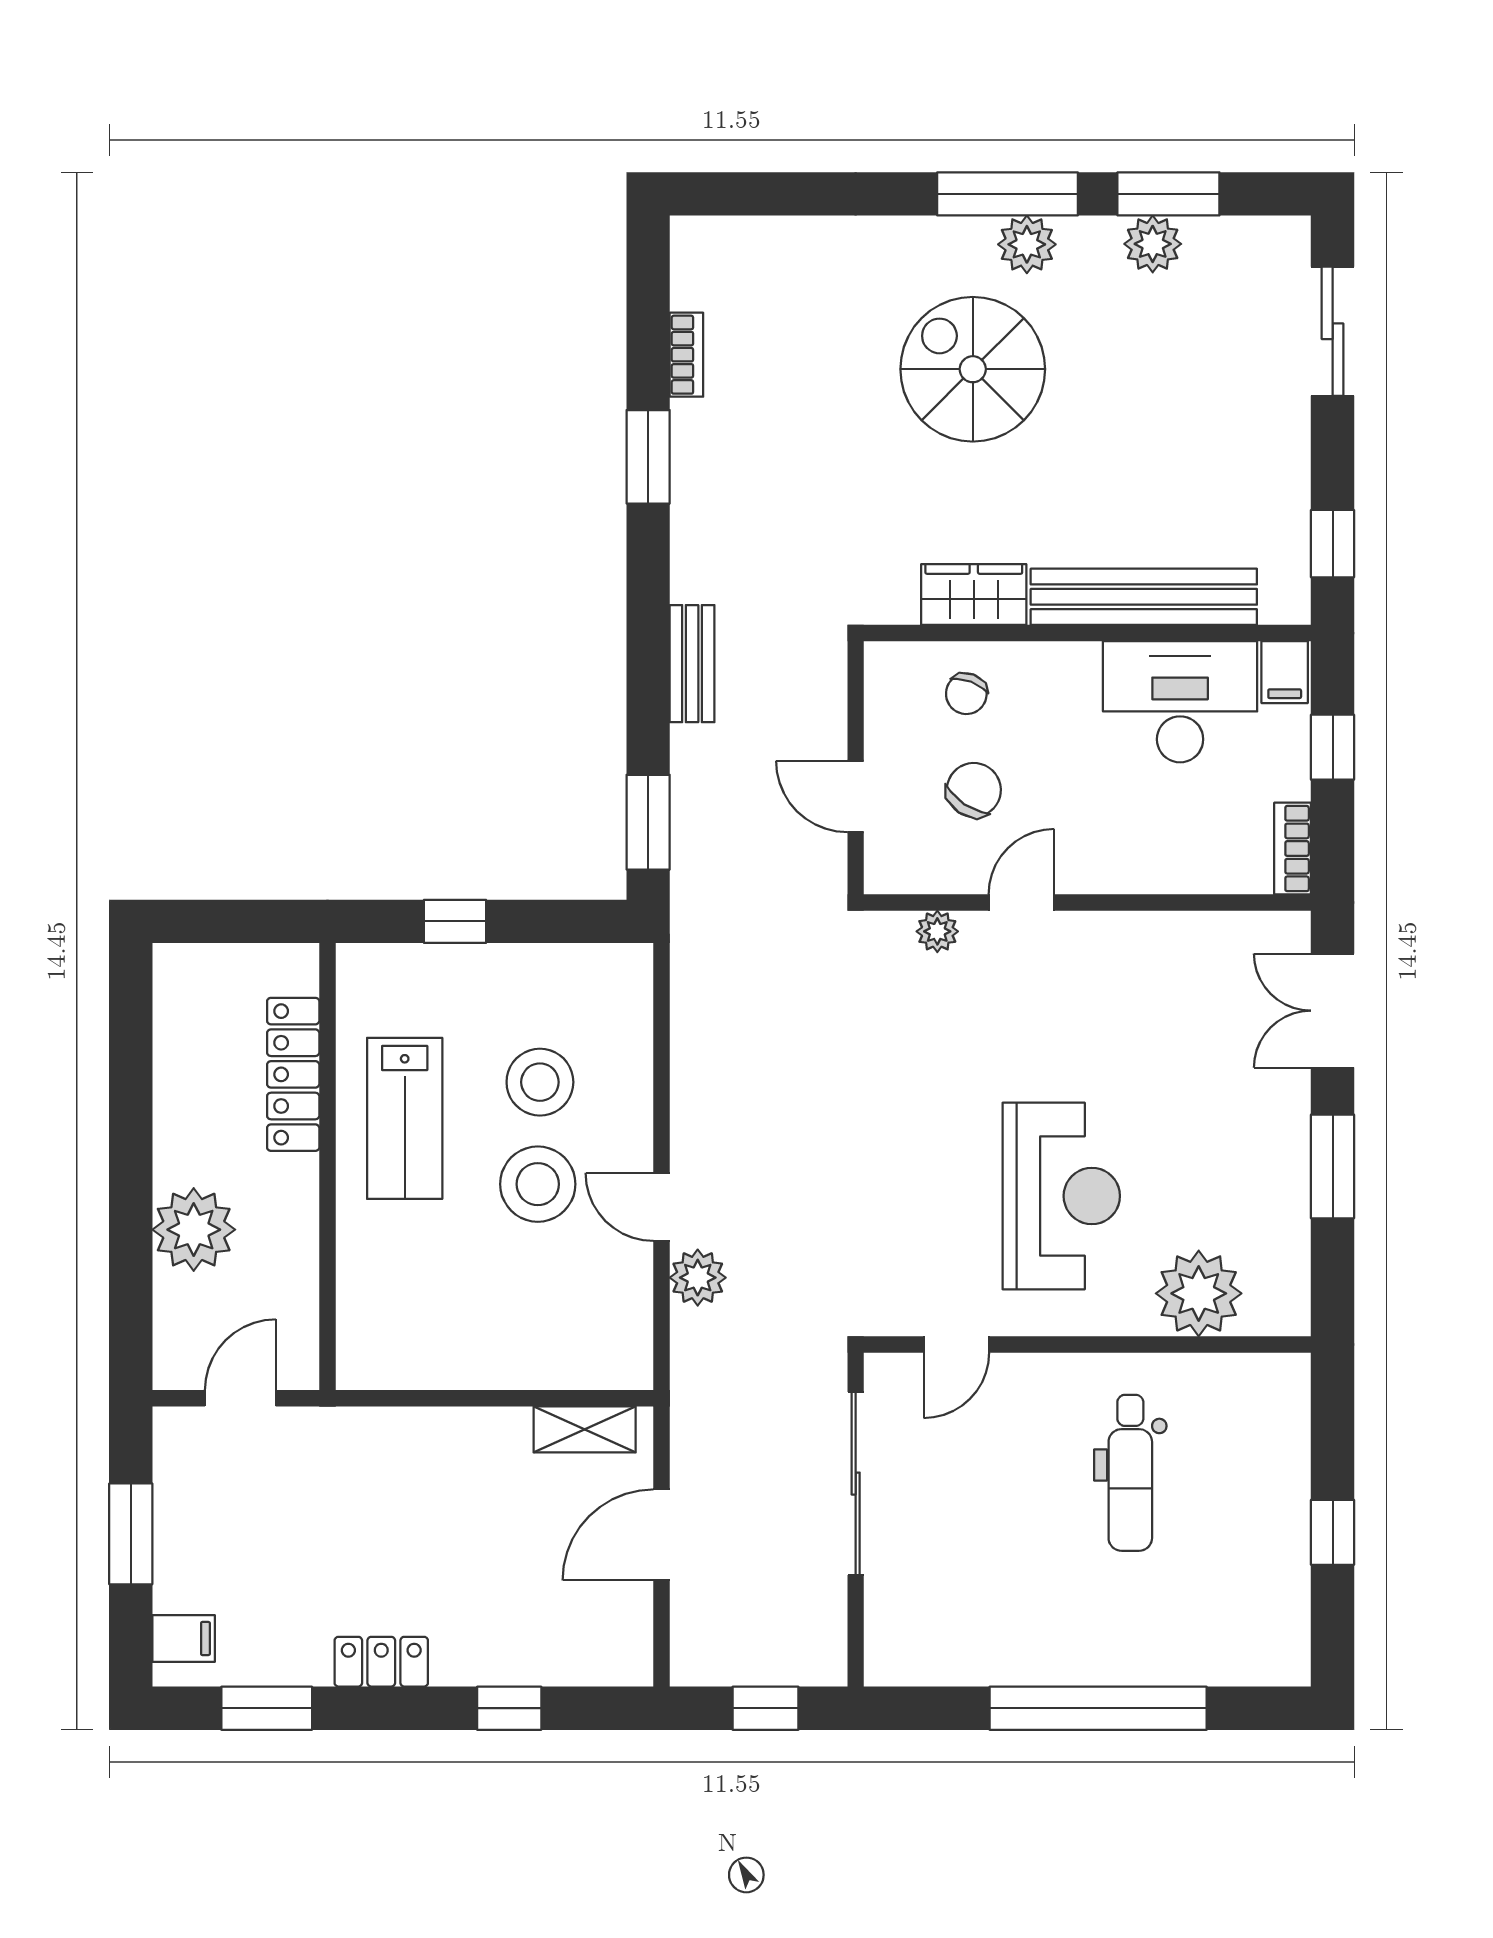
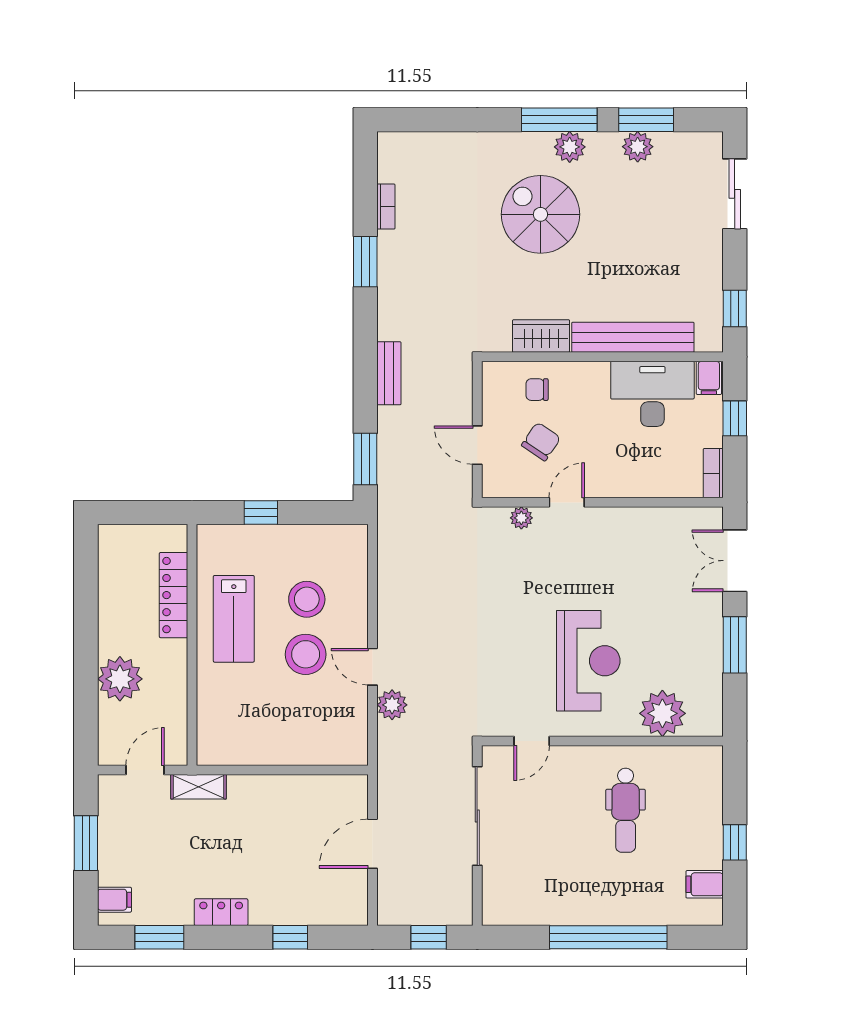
chair: (966, 694) -> (537, 390), turned 69
shelving: (585, 1429) -> (198, 787), moved
filing cabinet: (1277, 1610) -> (705, 884), added

